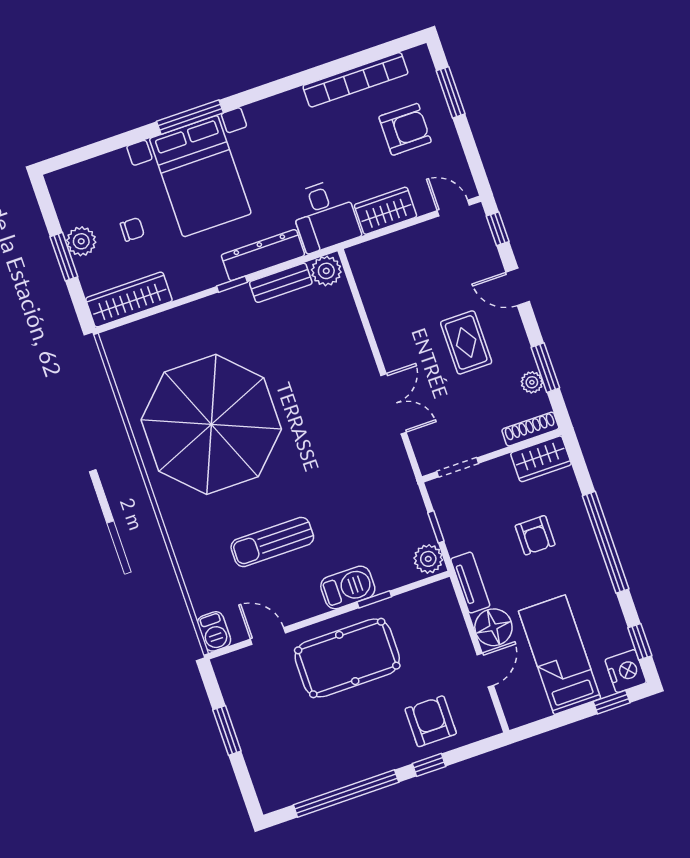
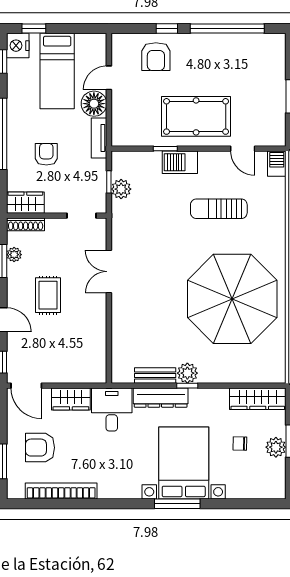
door: (453, 208) -> (26, 386), width x1.38
plant: (326, 271) -> (187, 373), moved
sun lounger: (272, 542) -> (219, 209), turned 180
plant: (428, 559) -> (121, 189), moved

